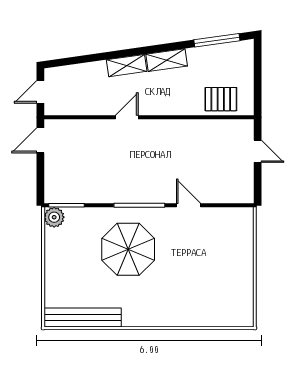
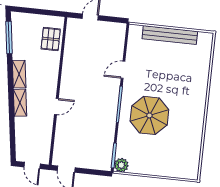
door: (127, 117) -> (56, 106), swing flipped
bench: (83, 317) -> (170, 35), moved, turned 90

